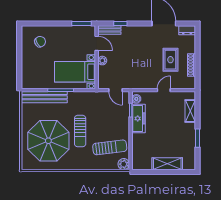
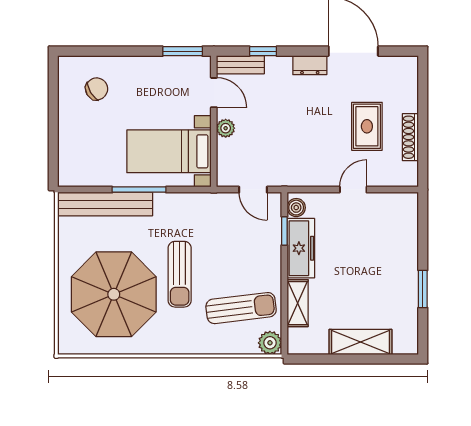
dresser: (187, 30) -> (310, 65), moved
shelving: (190, 111) -> (298, 303), moved

